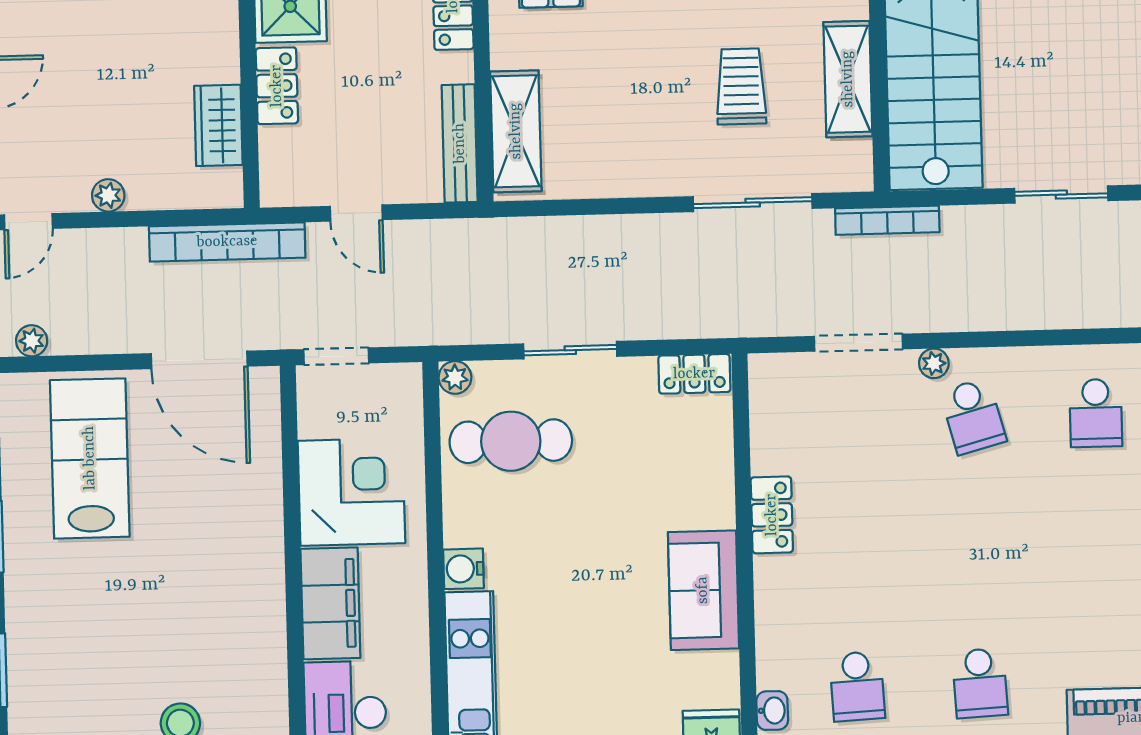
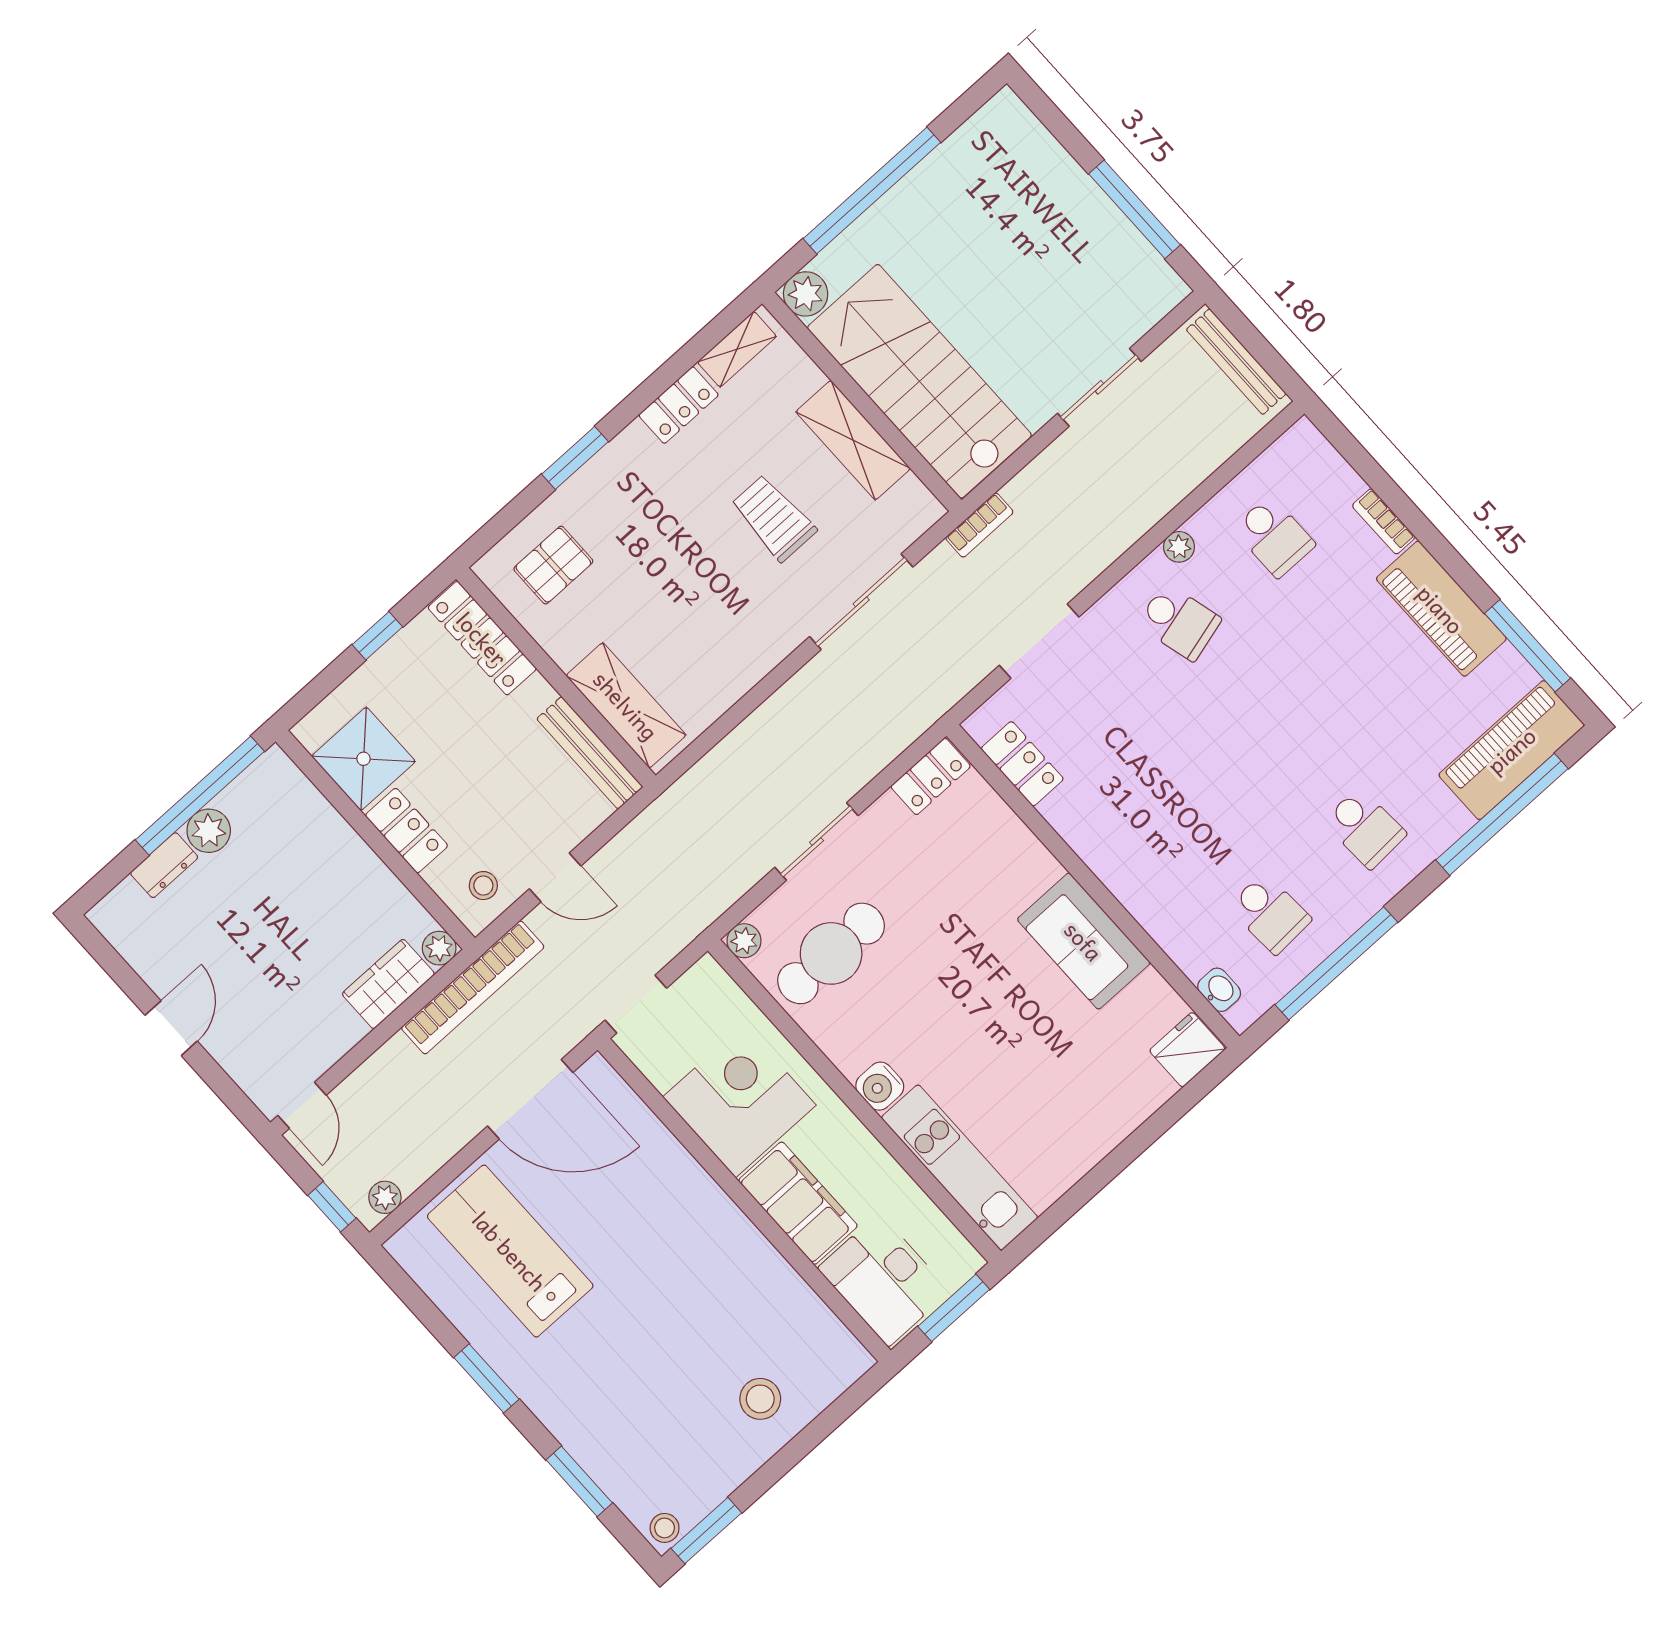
wardrobe: (218, 125) -> (388, 984), moved, turned 90
stool: (299, 174) -> (483, 886), added
plant: (108, 195) -> (439, 948), moved
bookcase: (887, 220) -> (979, 525), width x0.64
plant: (934, 363) -> (1179, 547), moved
locker: (772, 515) -> (1022, 764), moved

